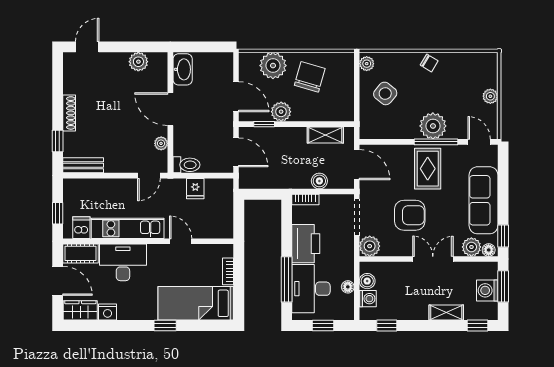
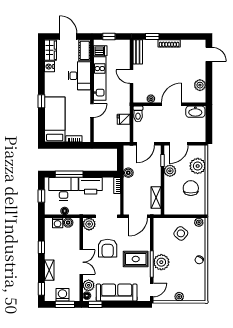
chair: (310, 77) -> (191, 188), turned -106
door: (149, 176) -> (131, 77), moved
boiler: (319, 181) -> (128, 173), moved
door: (58, 281) -> (68, 37), swing flipped
window: (387, 326) -> (41, 247), moved

